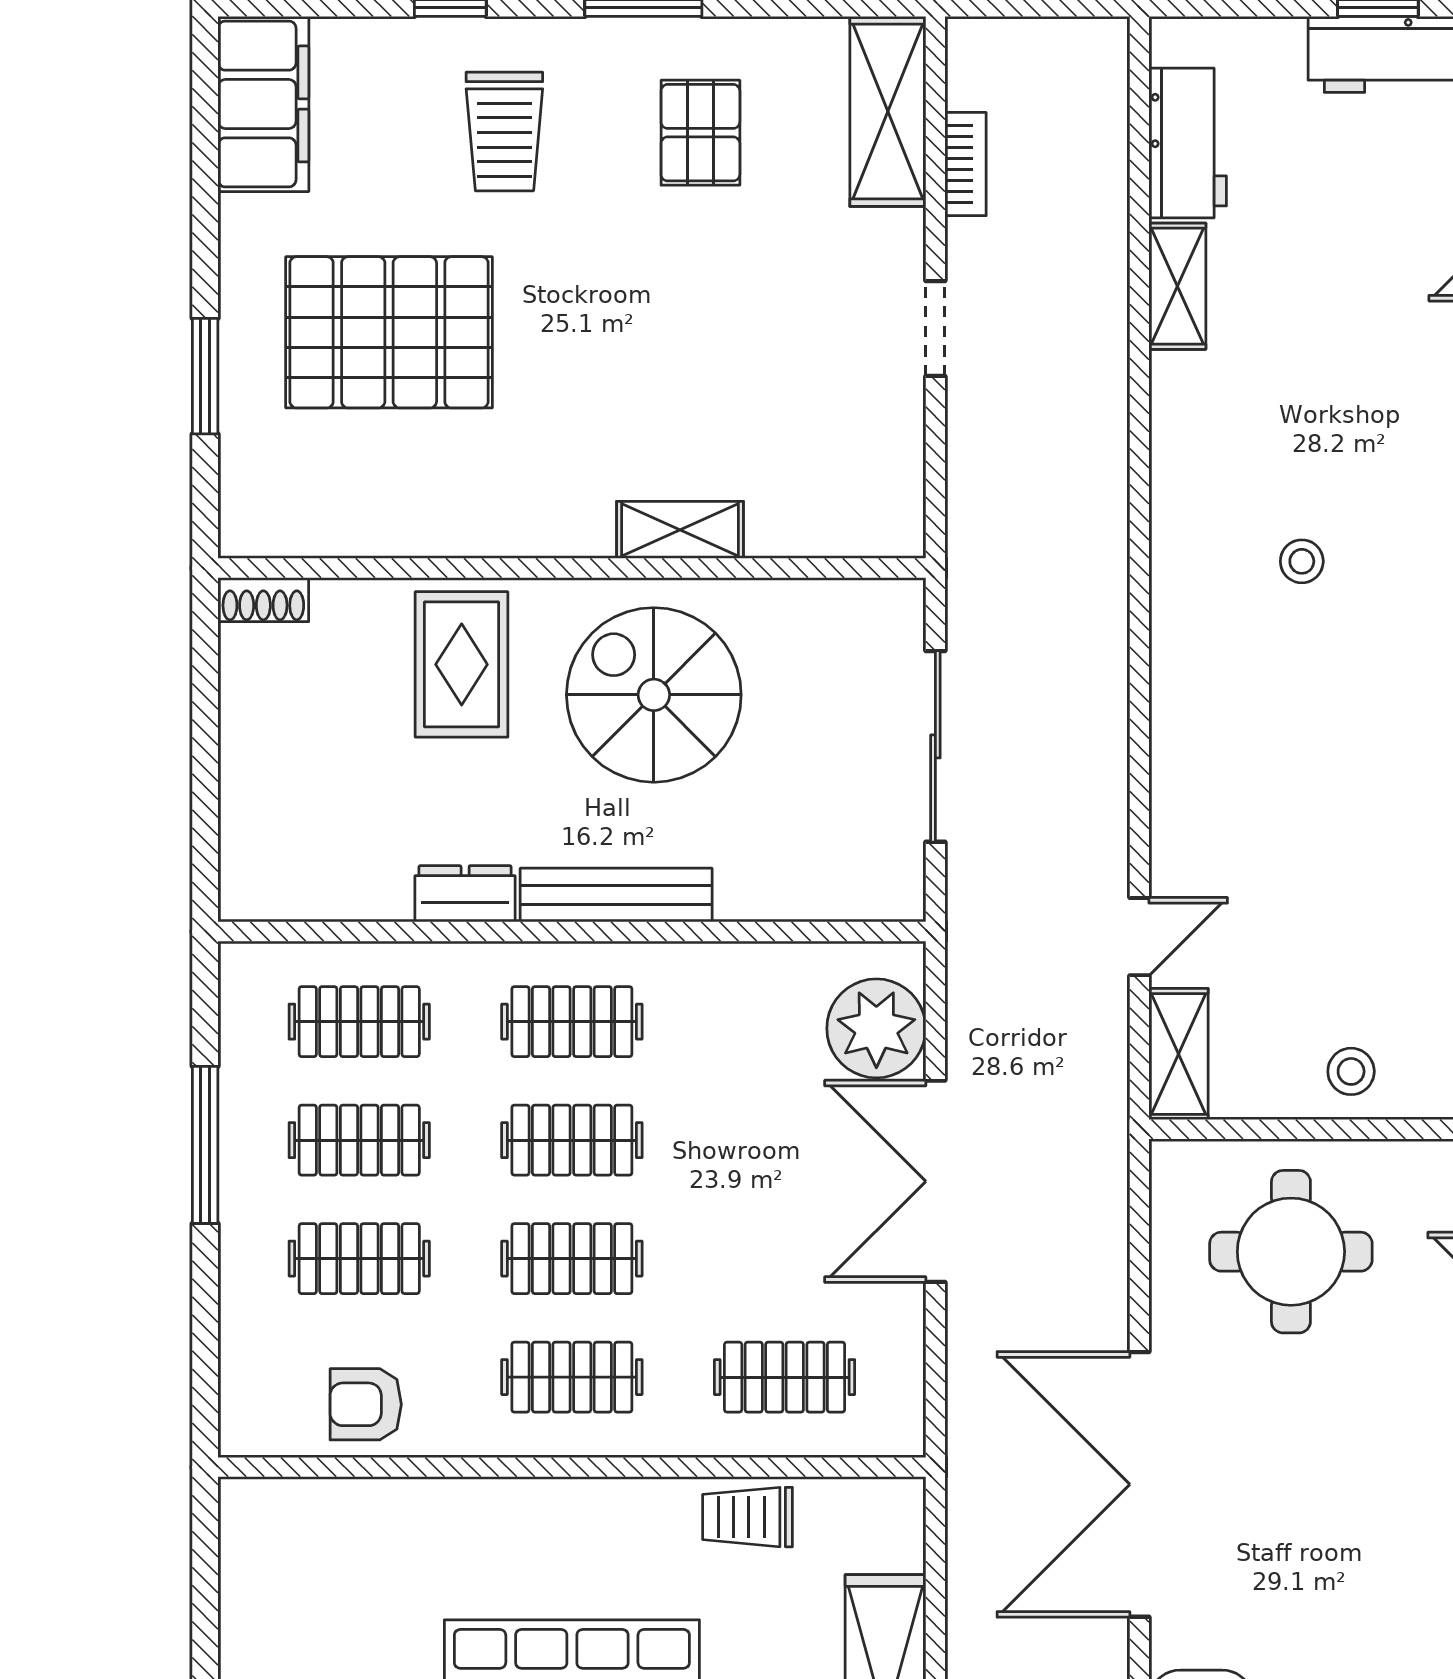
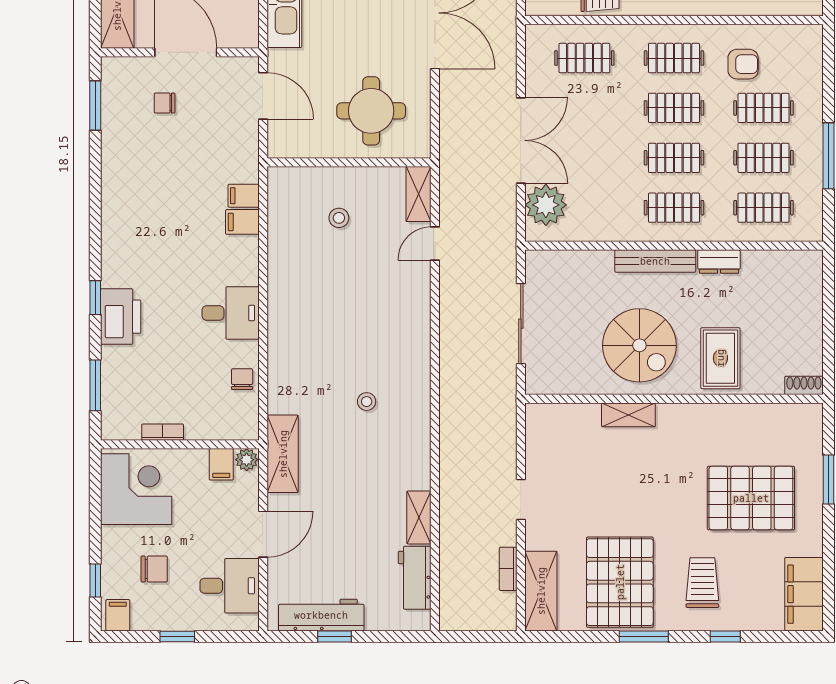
pallet: (700, 133) -> (620, 582), width x2.05, depth x2.00
stool: (1351, 1071) -> (339, 218), moved
armchair: (366, 1404) -> (743, 64), moved

